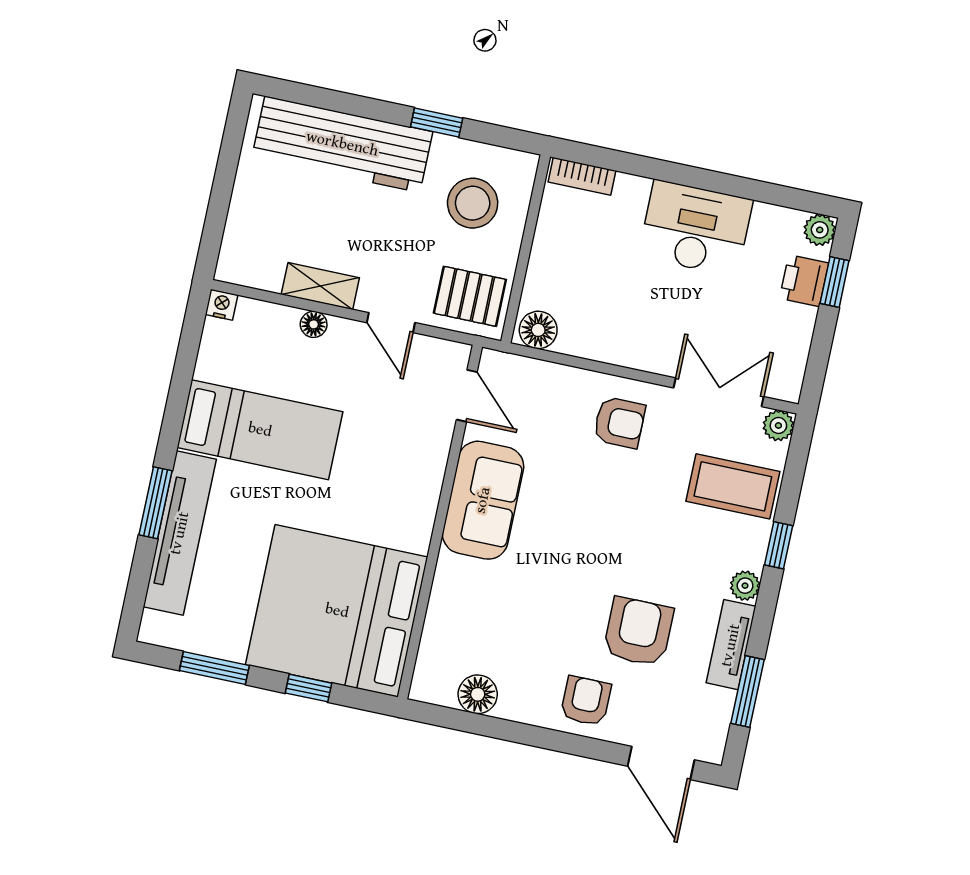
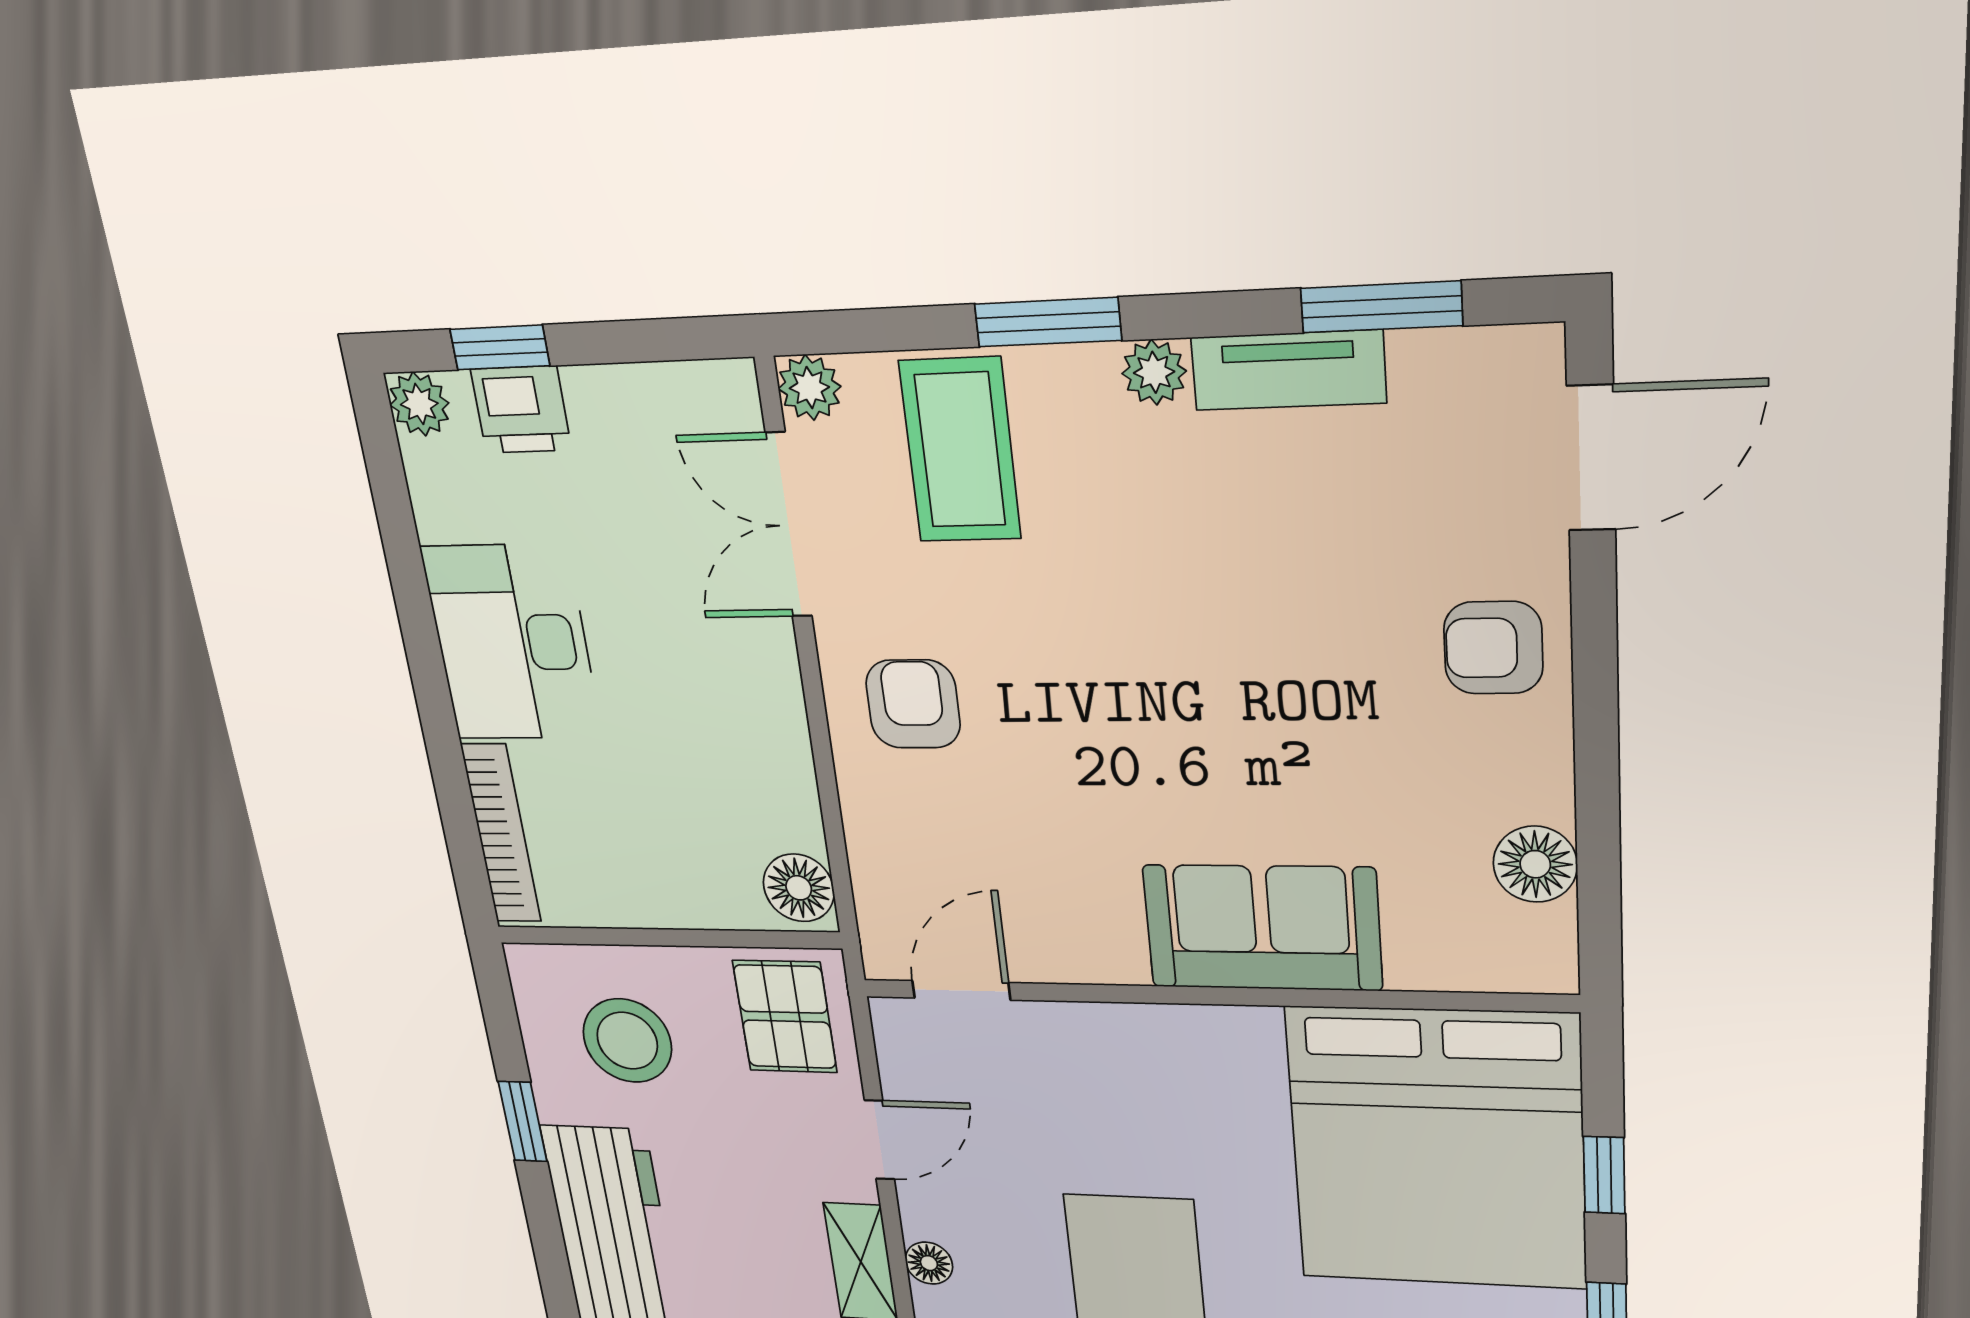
bookcase: (582, 176) -> (501, 834), width x1.56
sofa: (483, 500) -> (1262, 928), moved
window: (779, 545) -> (1048, 322), width x1.50
armchair: (638, 632) -> (1316, 573), removed

